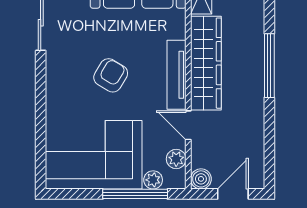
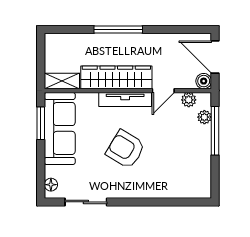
armchair: (111, 75) -> (126, 149), width x1.38, depth x1.38
corner sofa: (94, 155) -> (185, 162), removed
door: (233, 194) -> (215, 57), width x1.38

